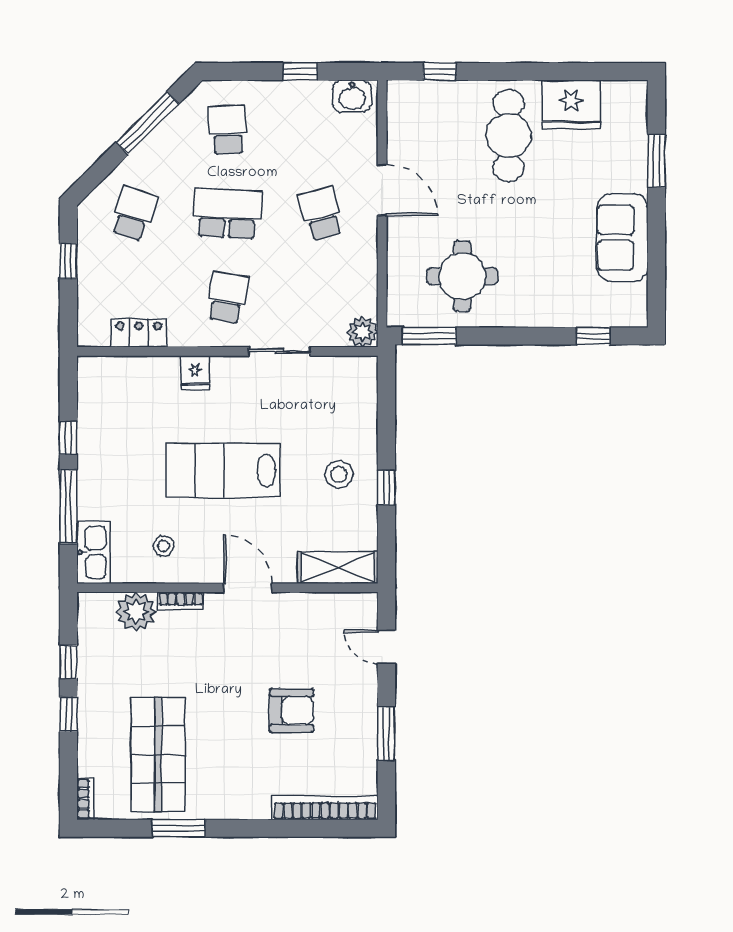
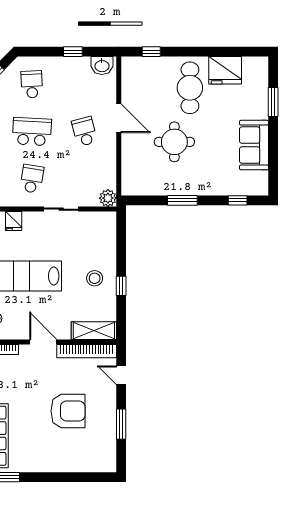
round table: (462, 276) -> (174, 142), moved
window: (429, 336) -> (182, 200), moved
armchair: (292, 711) -> (68, 411), width x1.36, depth x1.36
bookcase: (325, 808) -> (87, 351), moved, turned 180

